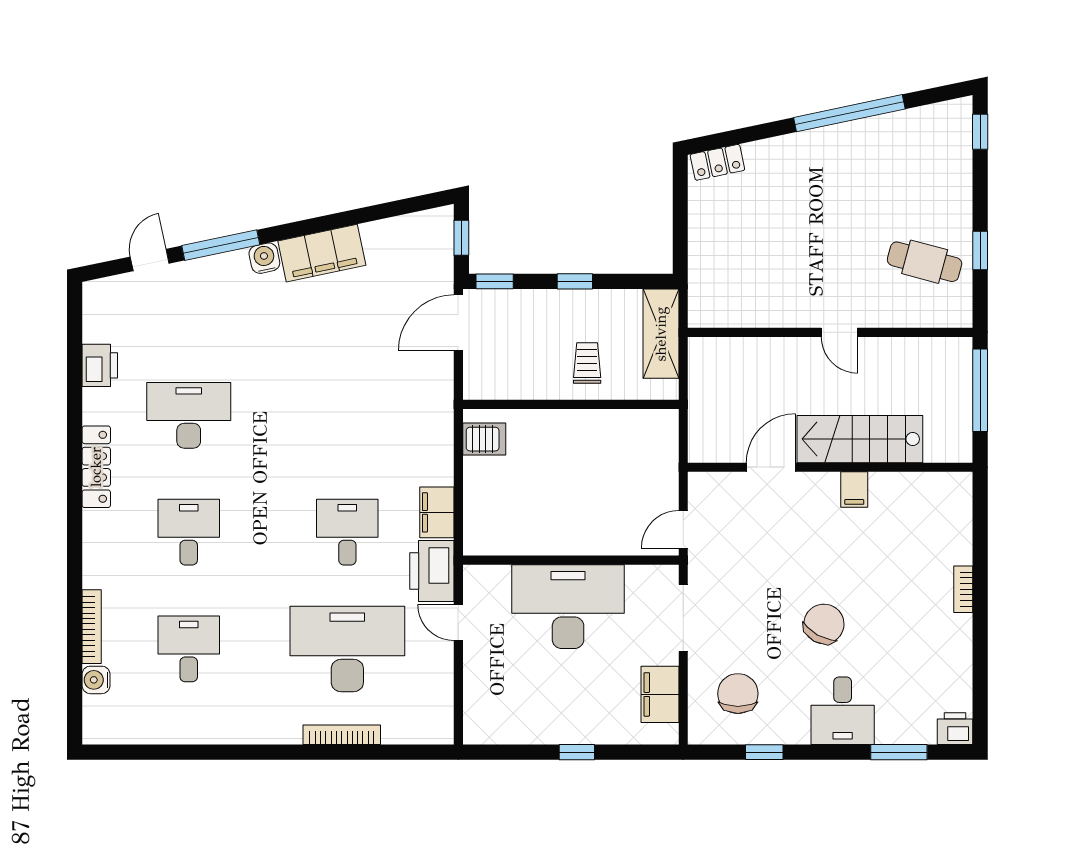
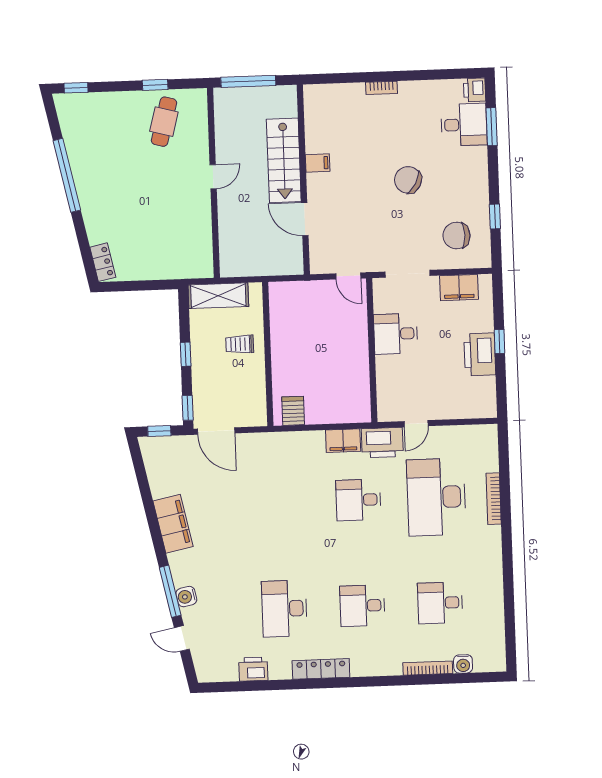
water cooler: (264, 258) -> (186, 597), moved
desk: (568, 607) -> (396, 334), width x0.53, depth x0.77
desk: (843, 711) -> (464, 125), moved
printer: (559, 722) -> (480, 354), added

